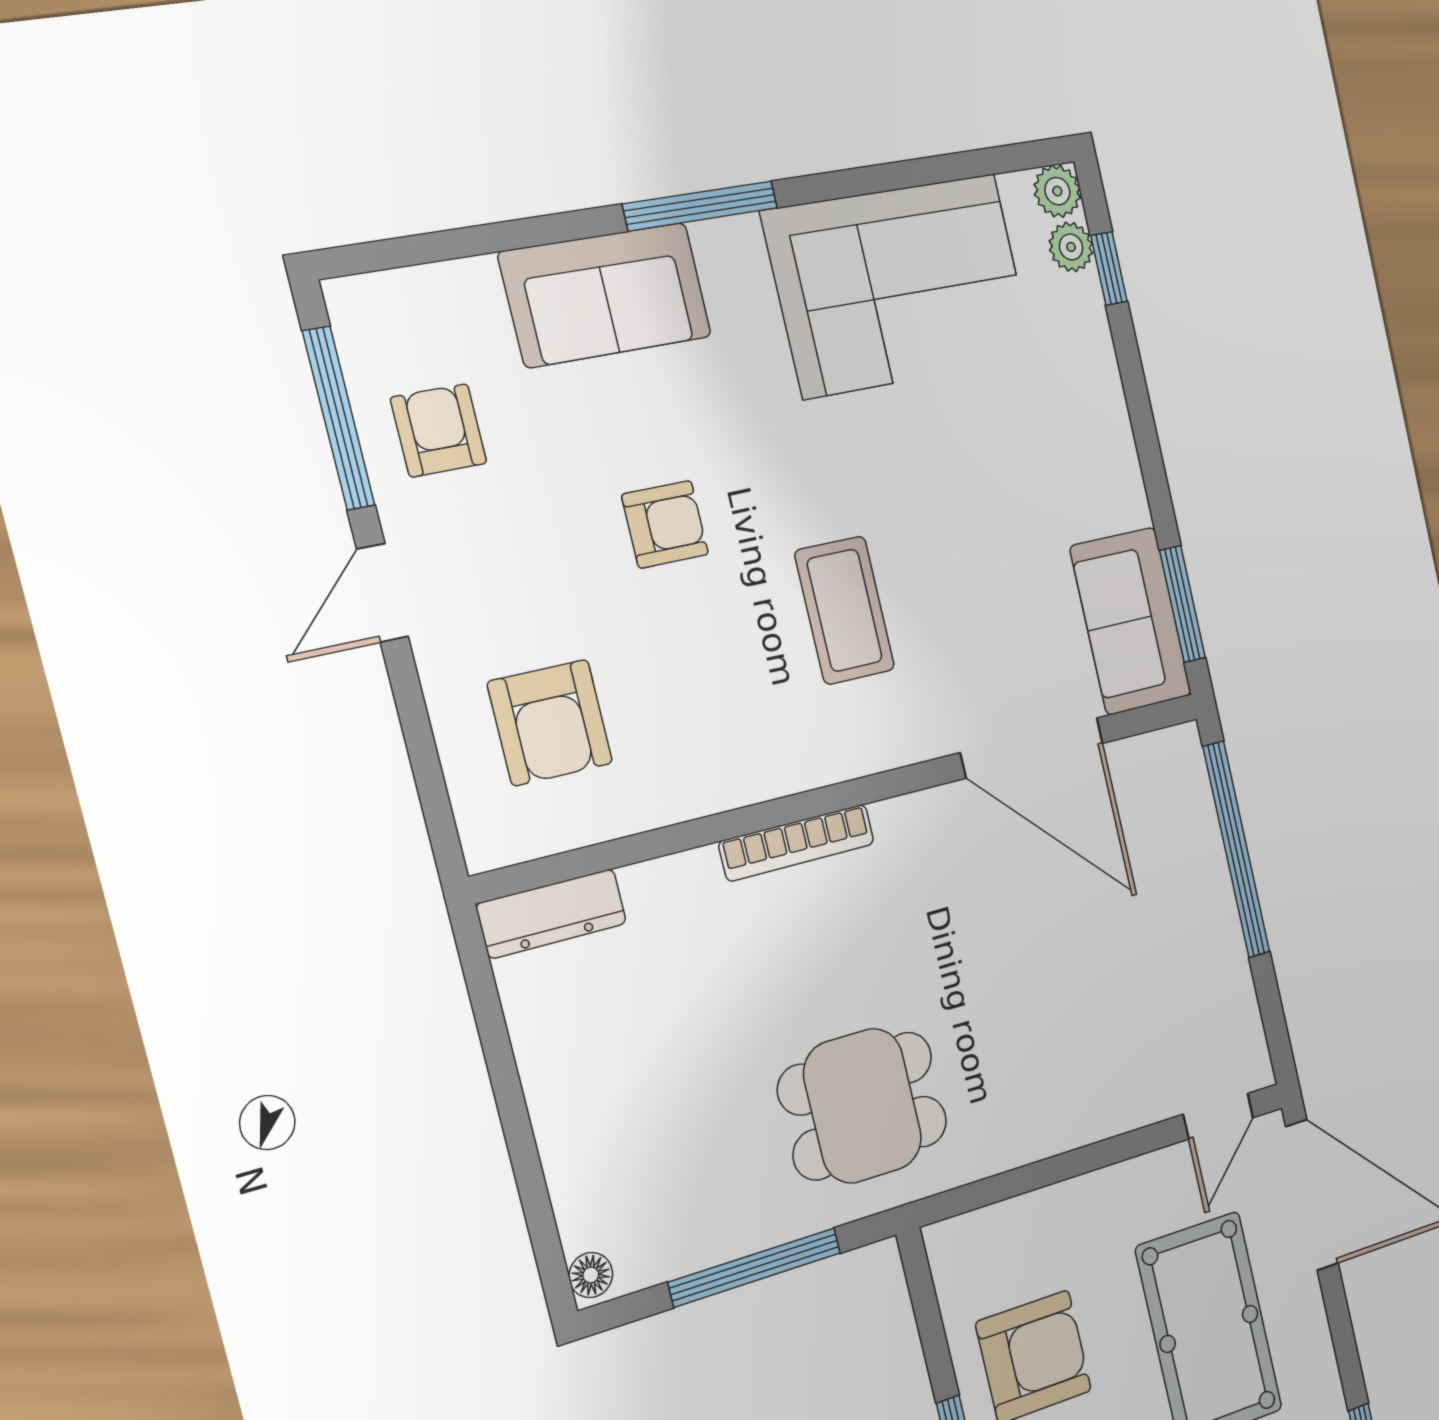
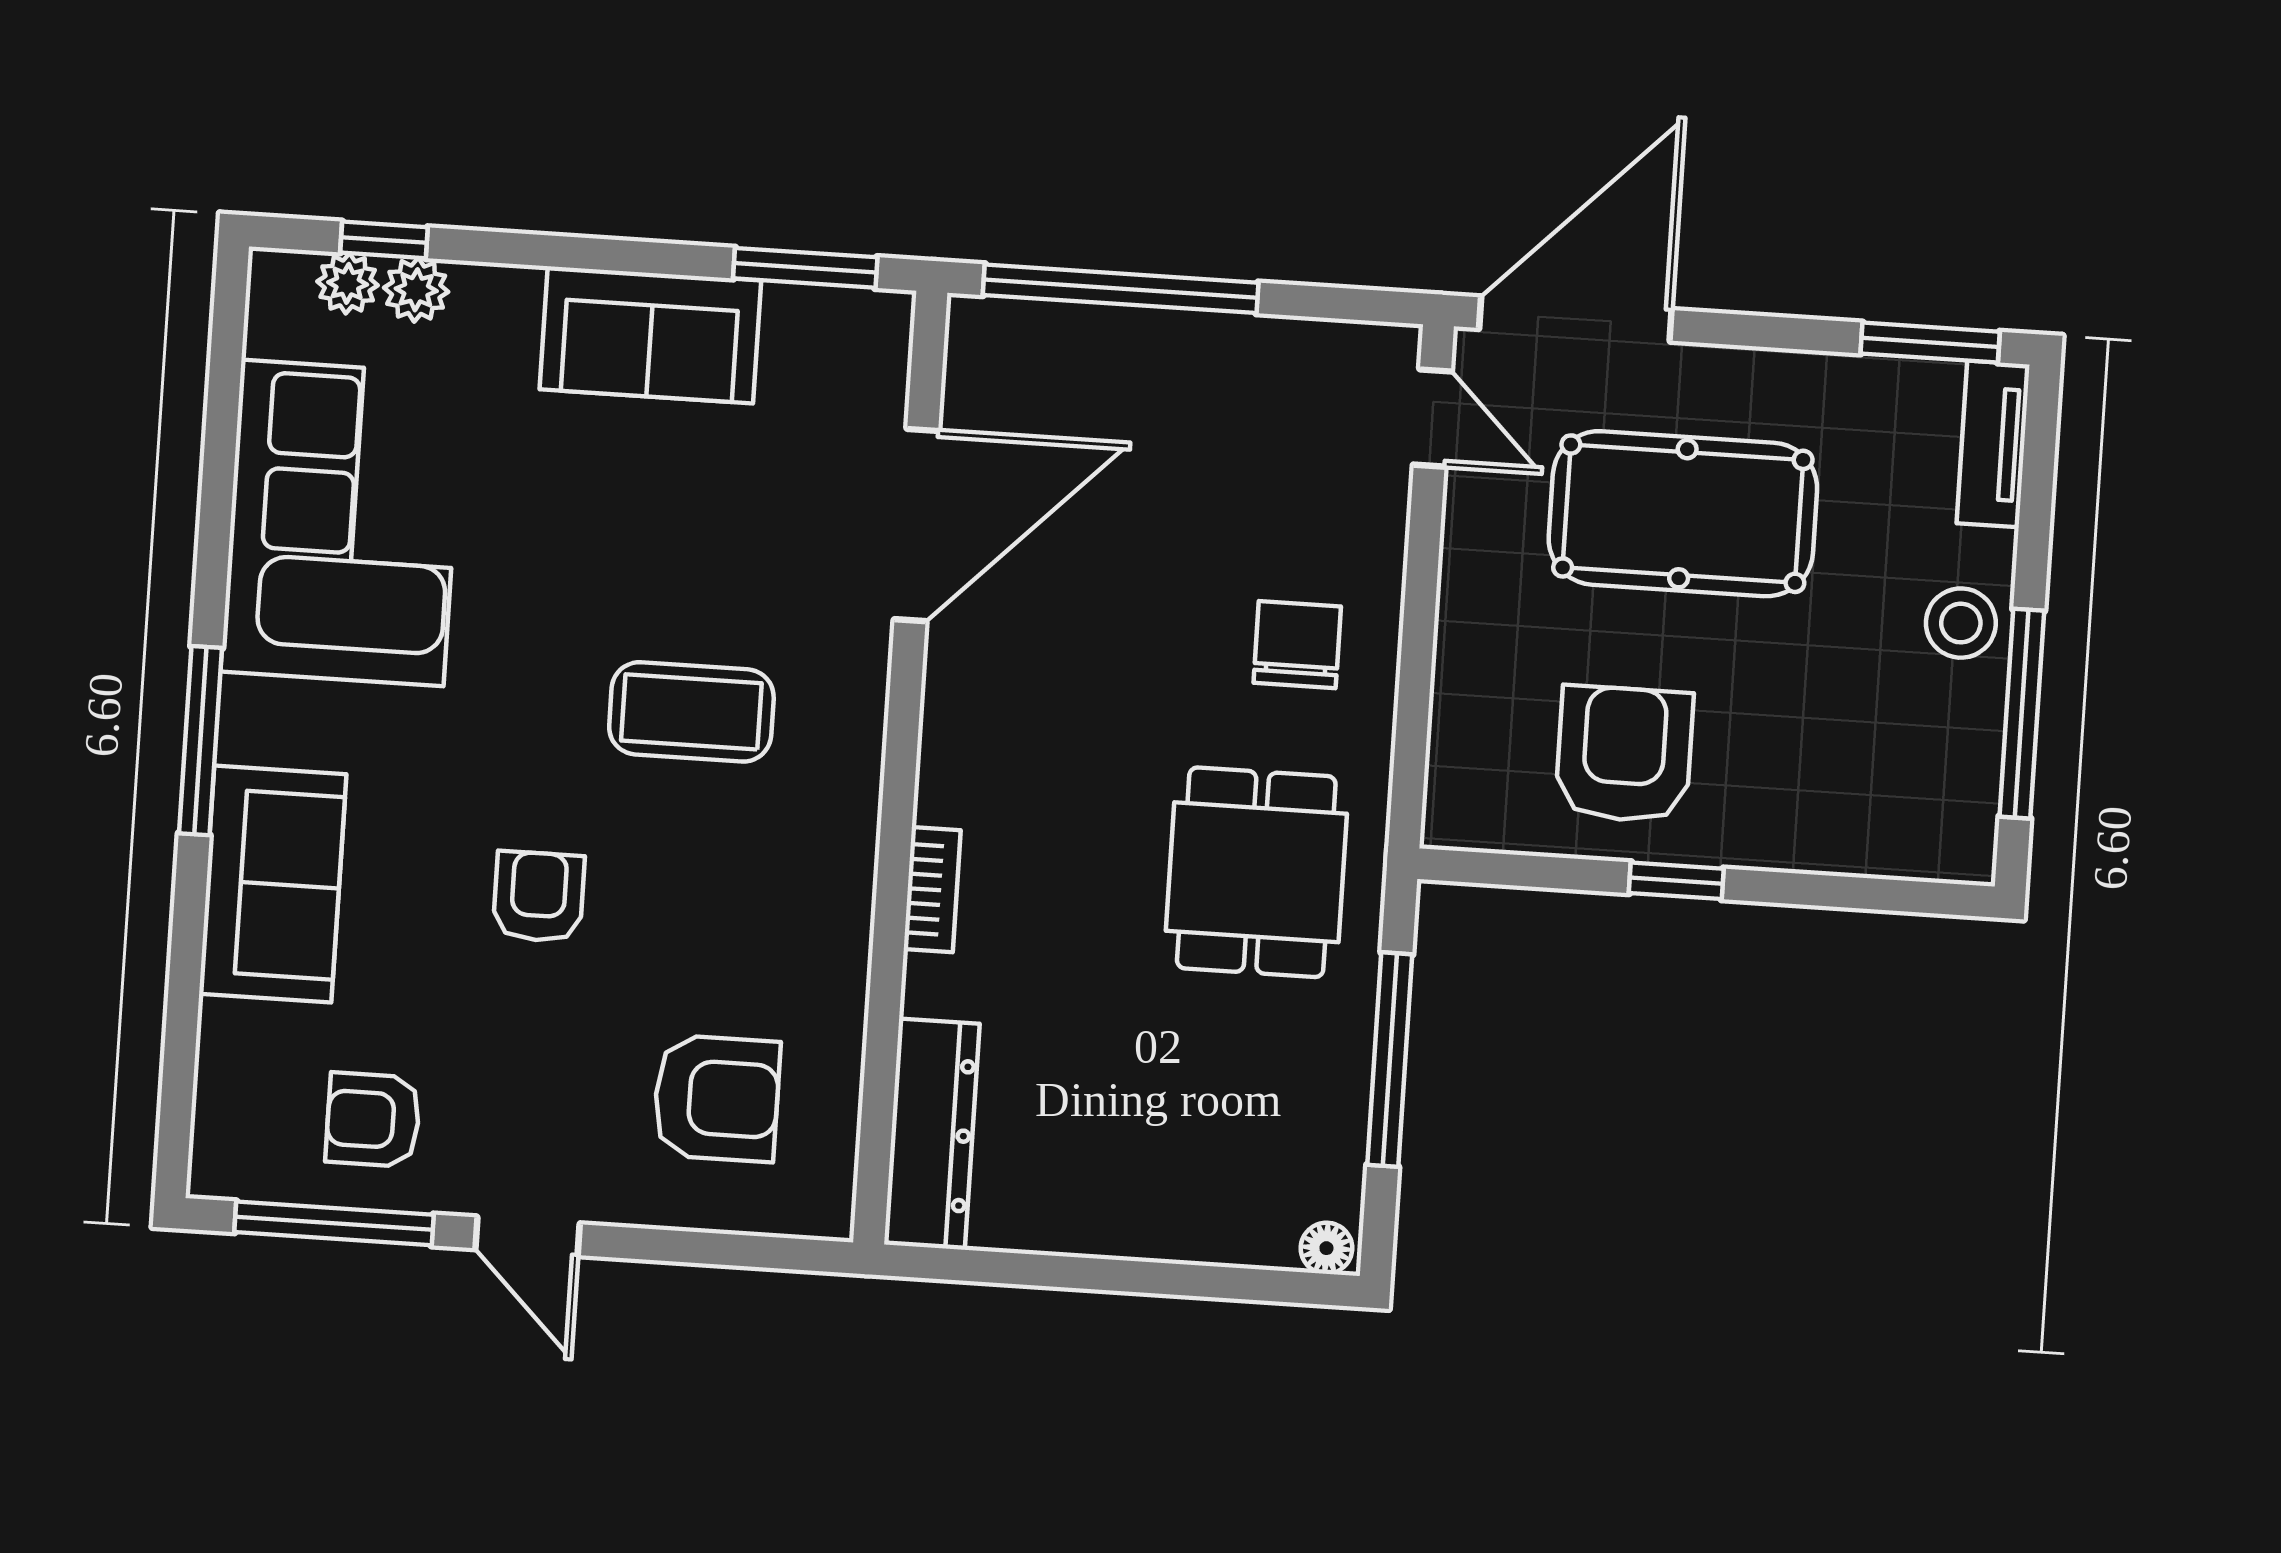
plant: (1057, 191) -> (416, 290), moved
sofa: (1131, 621) -> (650, 335), moved
bookcase: (797, 843) -> (932, 890), width x0.64
dresser: (552, 914) -> (932, 1134), width x1.37, depth x1.24
chair: (1036, 1075) -> (1297, 645), added

